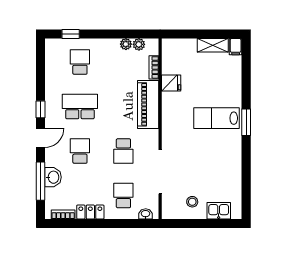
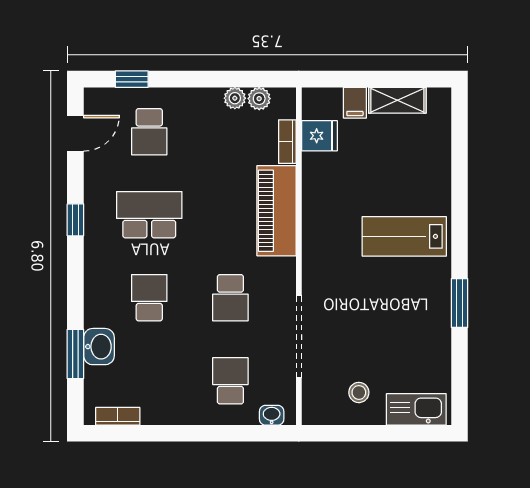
filing cabinet: (236, 47) -> (355, 103), moved
school desk: (80, 62) -> (149, 132), turned 180
fridge: (171, 83) -> (319, 136), moved
window: (246, 122) -> (459, 303), moved
door: (40, 138) -> (75, 133), moved
window: (40, 181) -> (75, 354), width x0.69
kitchen sink: (219, 211) -> (416, 409), width x1.38
locker: (90, 212) -> (169, 412), removed

